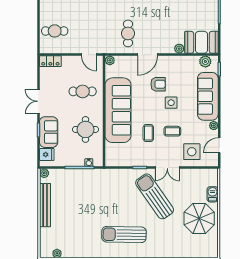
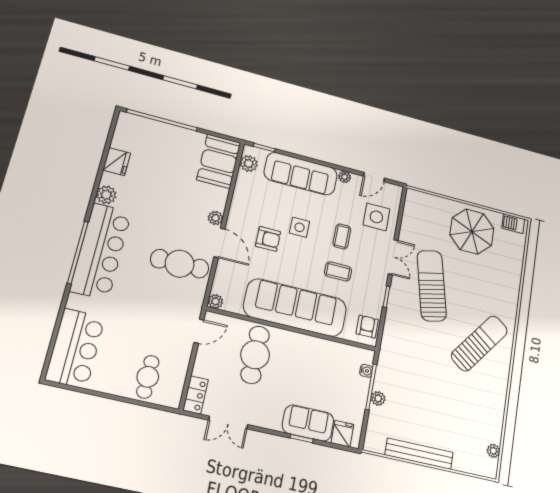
cafe table: (128, 33) -> (180, 264), width x1.37, depth x1.35
plant: (179, 49) -> (215, 218), moved
armchair: (158, 84) -> (268, 239), turned 90
cafe table: (83, 91) -> (255, 355), width x1.37, depth x1.35
double door: (38, 101) -> (228, 422), moved
round table: (86, 129) -> (315, 364), removed
door: (219, 145) -> (374, 177), hinge flipped
armchair: (117, 158) -> (367, 327), added
plant: (44, 173) -> (378, 398), moved
barbecue: (213, 194) -> (513, 224), moved
sun lounger: (155, 196) -> (432, 286), turned 112
sun lounger: (124, 235) -> (479, 343), turned -144

